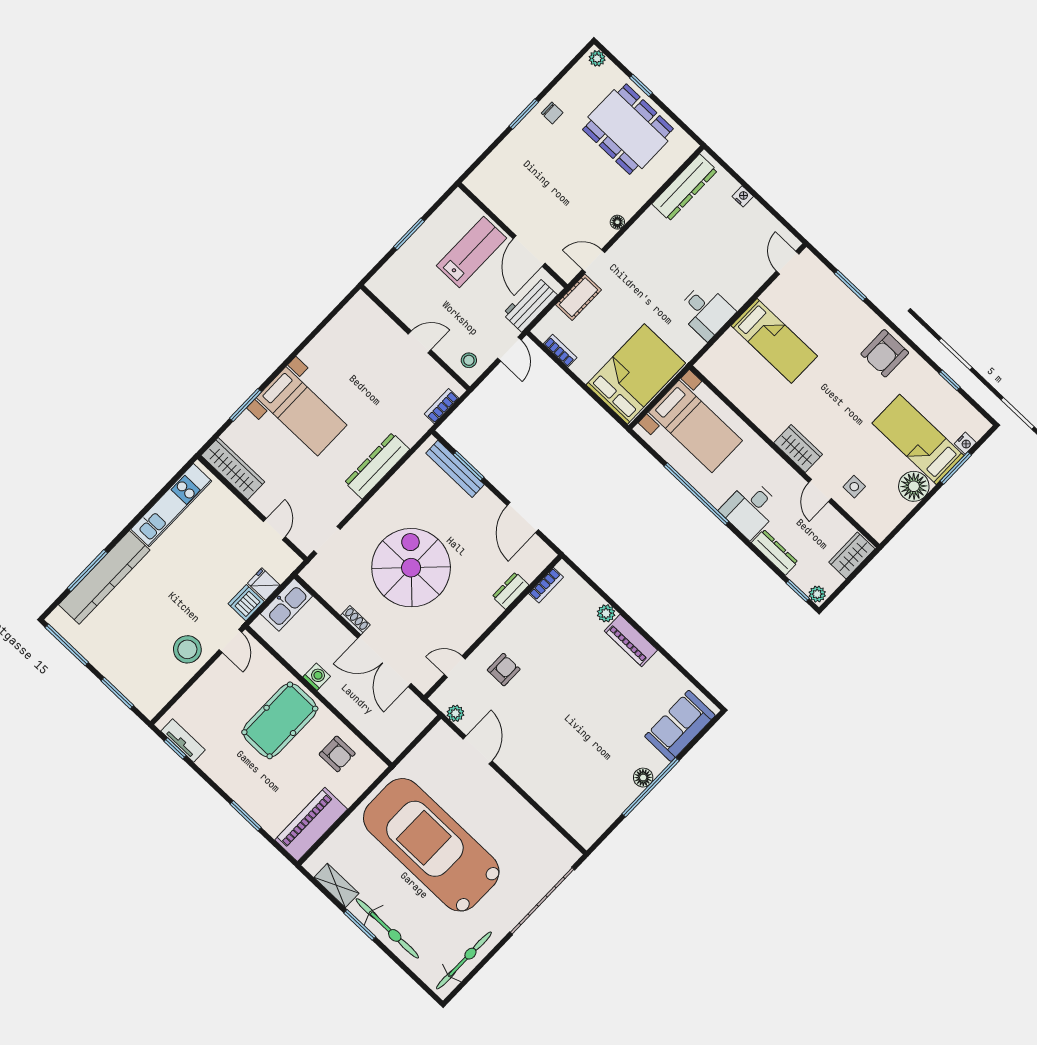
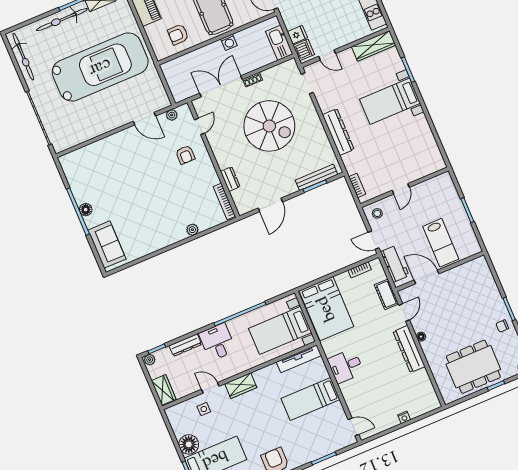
dresser: (685, 187) -> (409, 349), moved
tv unit: (724, 382) -> (299, 359), added
door: (523, 518) -> (270, 205), swing flipped
bookcase: (546, 585) -> (224, 201), width x1.56
dishwasher: (246, 603) -> (304, 50), moved
piano: (631, 641) -> (170, 237), removed

